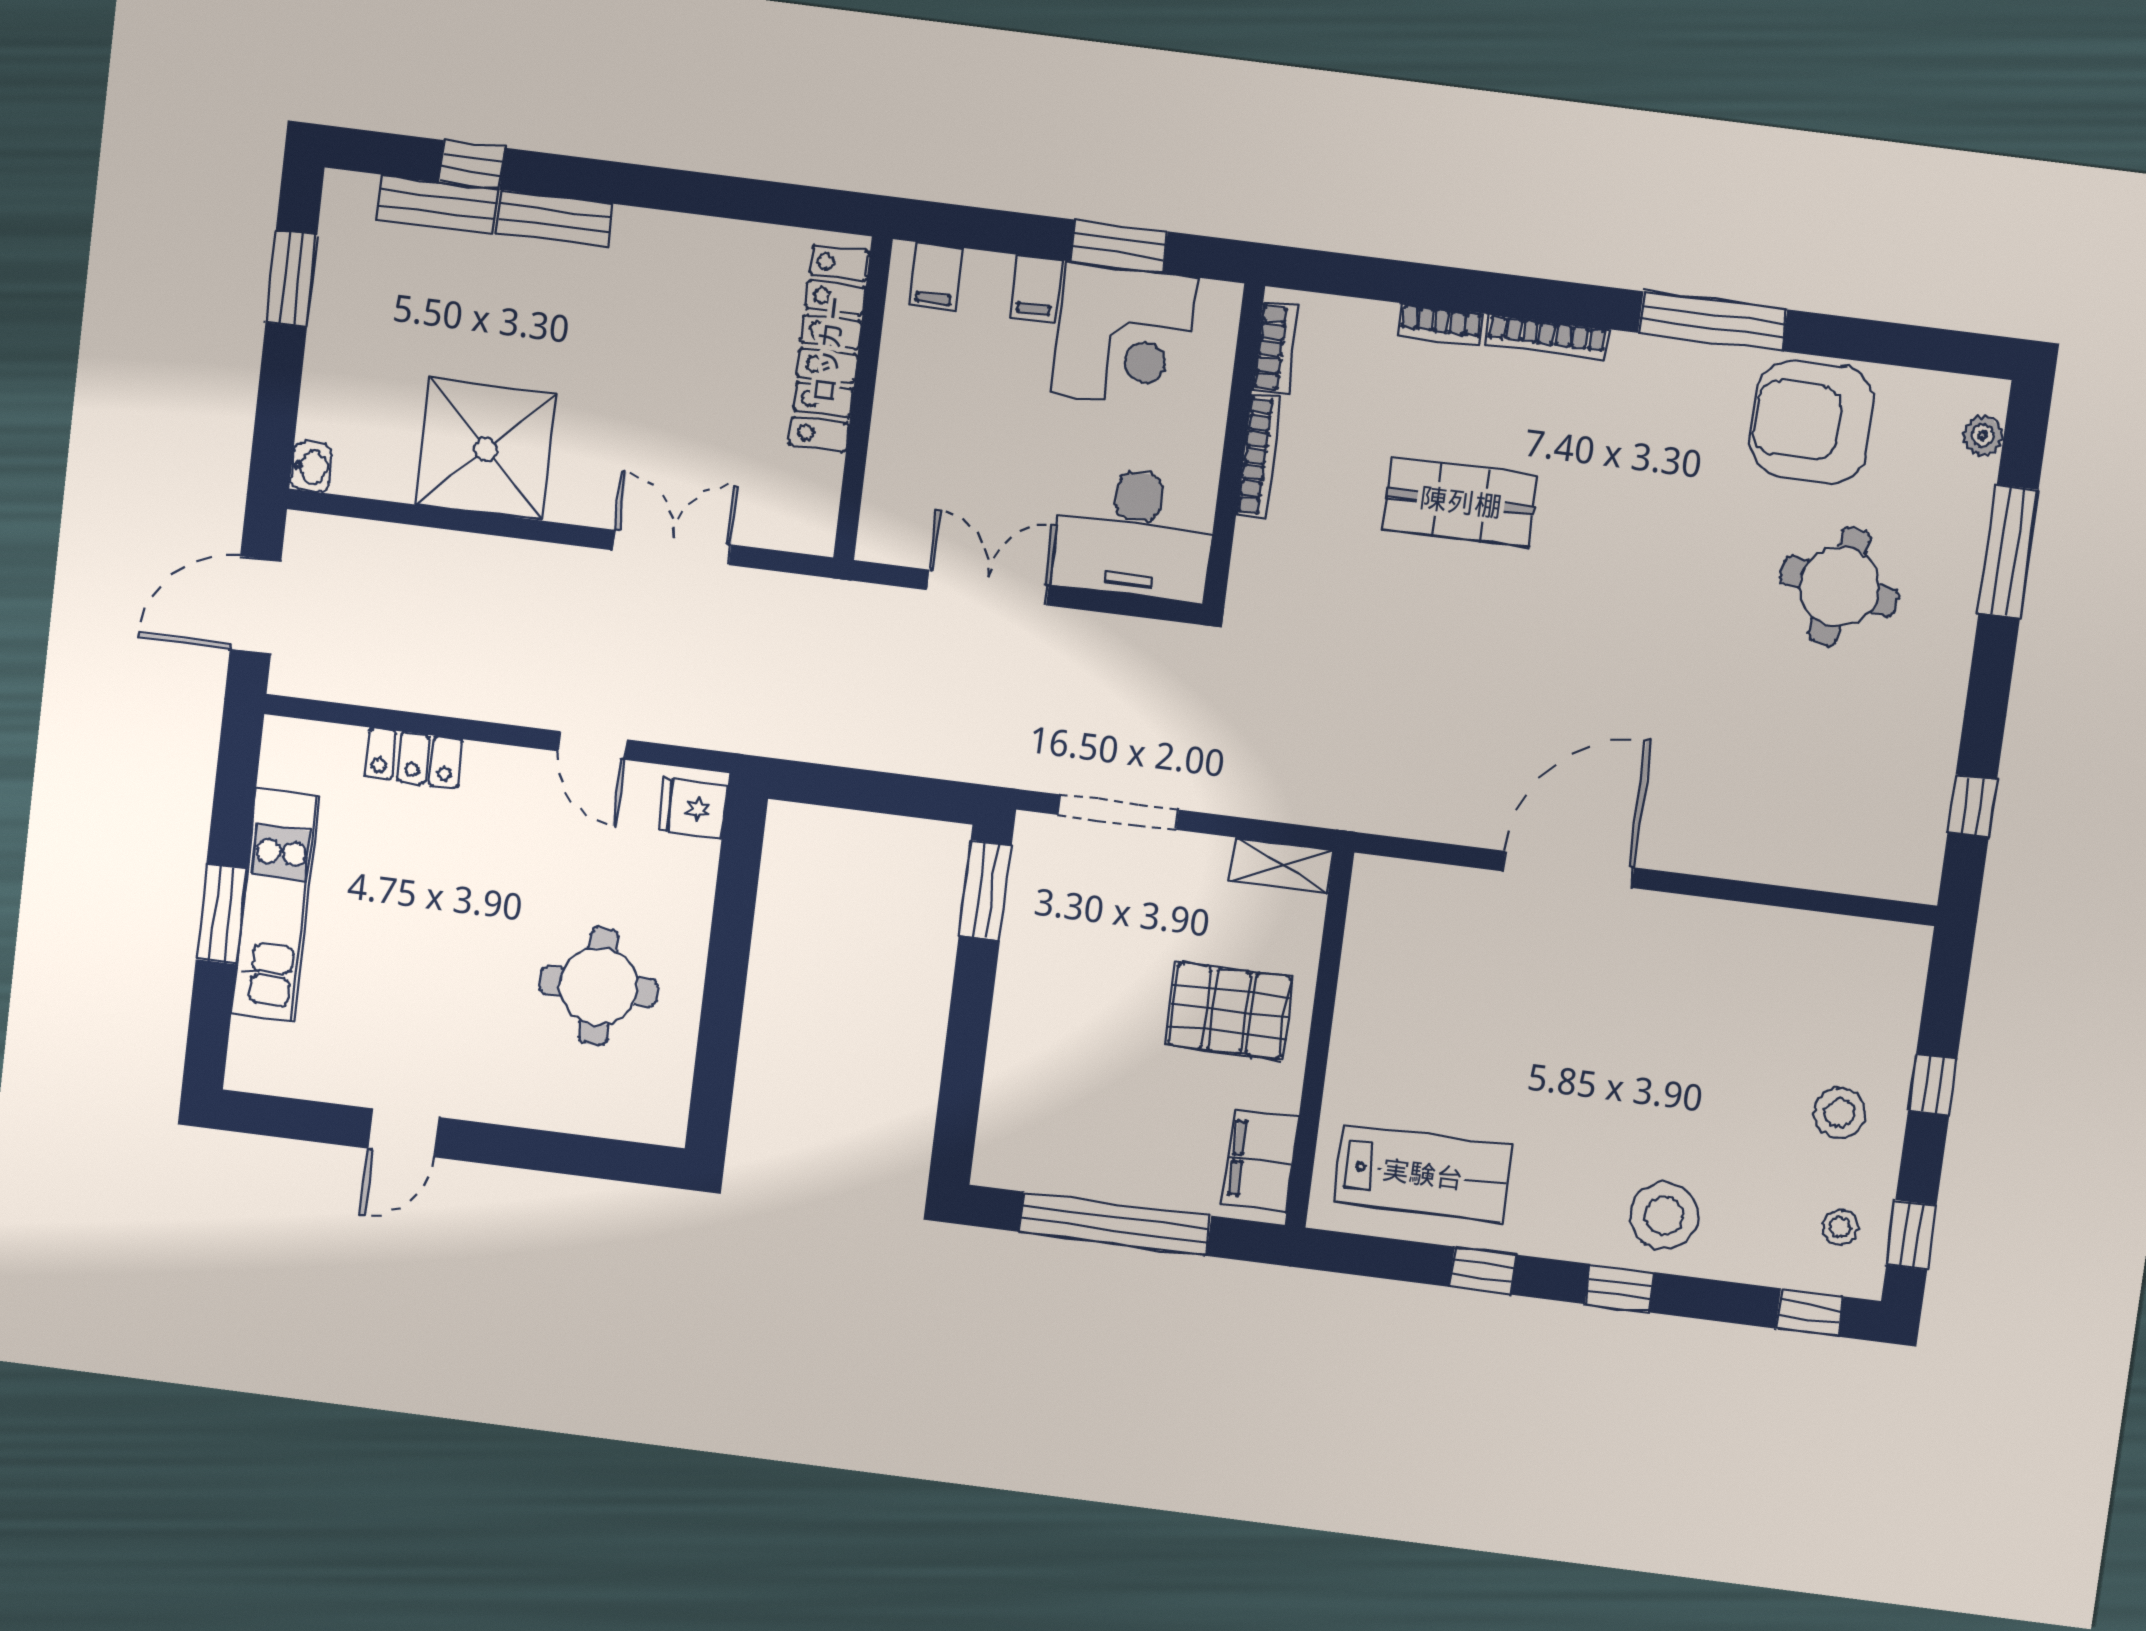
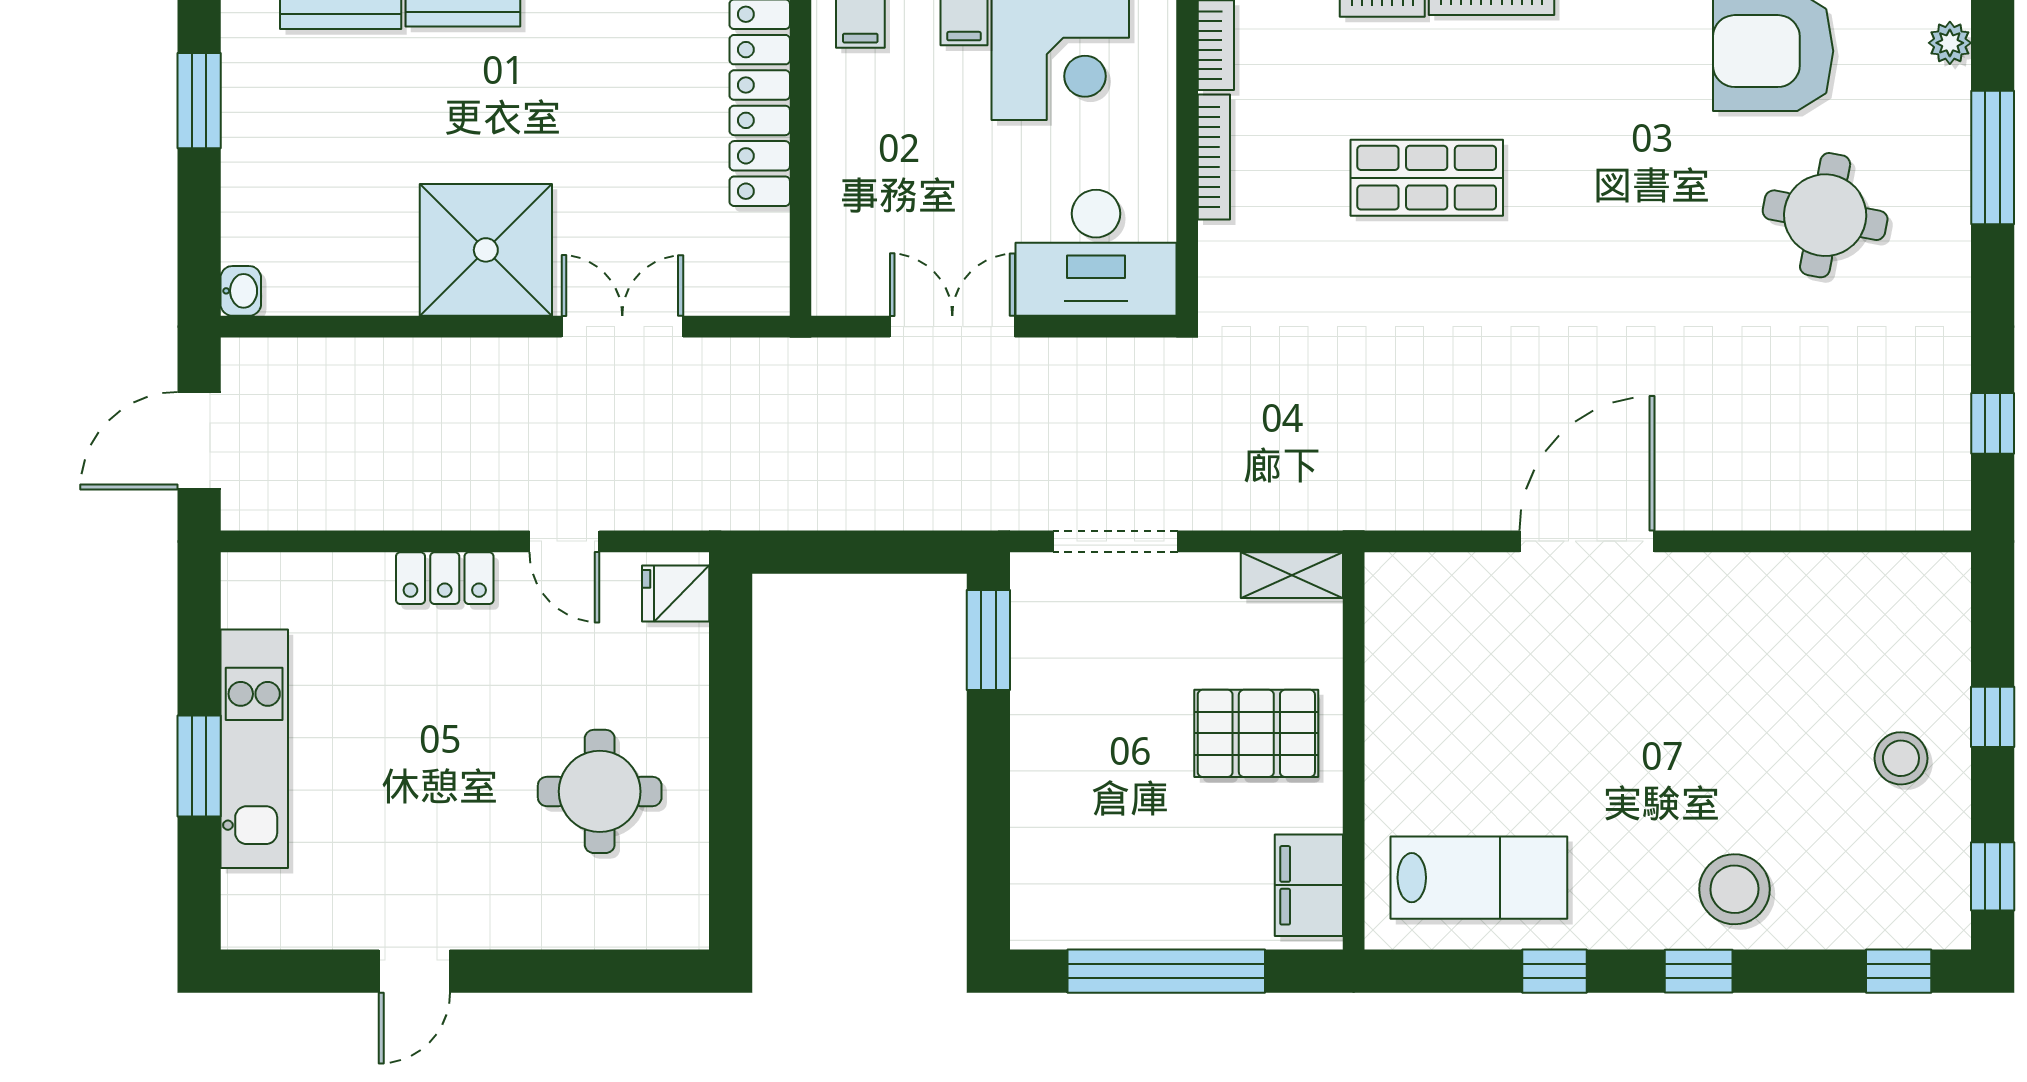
shower: (486, 449) -> (486, 250), moved
locker: (413, 758) -> (445, 578), moved
stool: (1840, 1227) -> (1918, 878), removed

